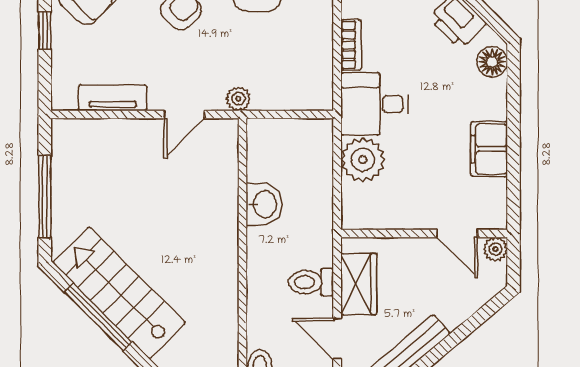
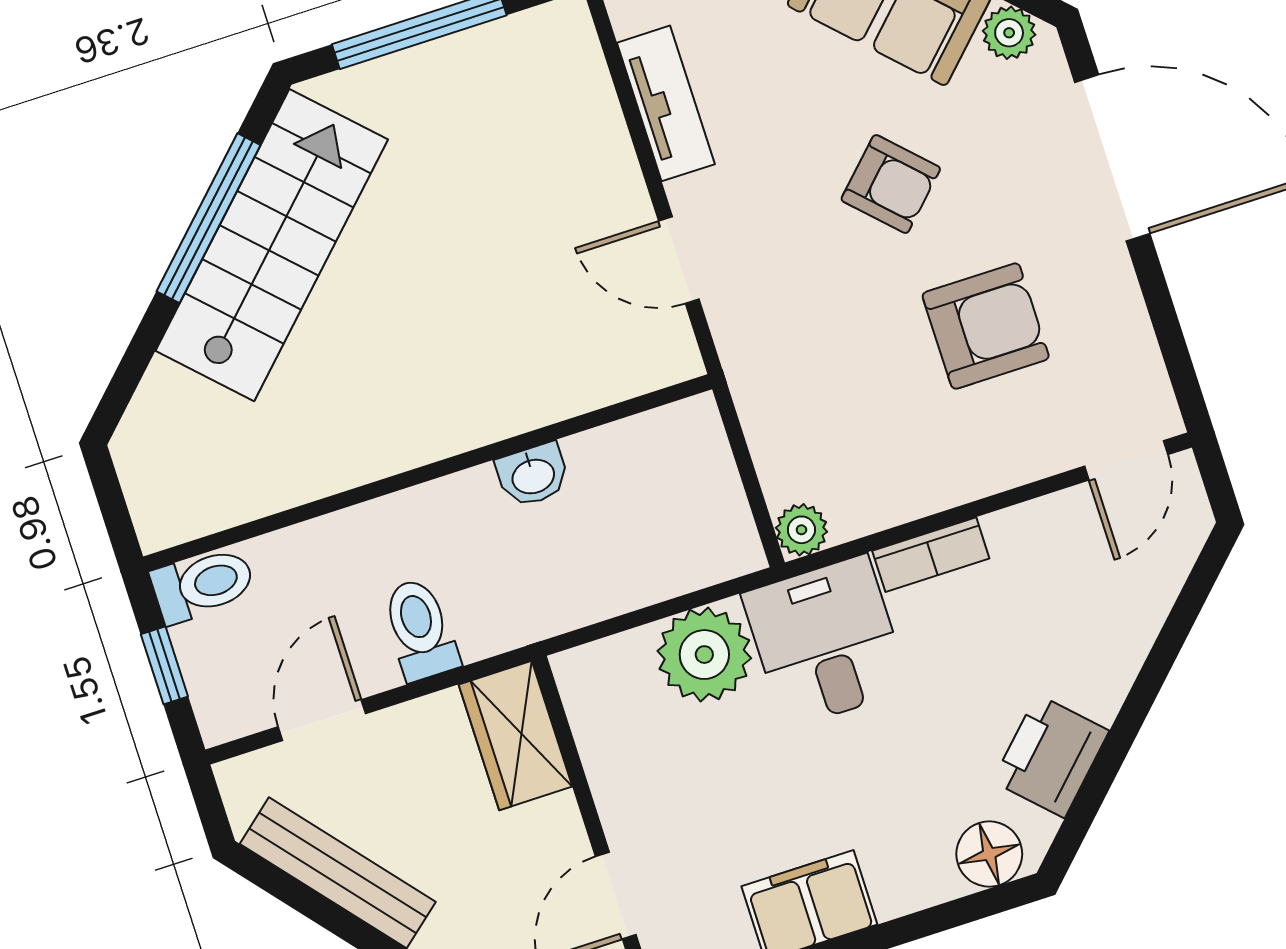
plant: (238, 99) -> (801, 530), moved
washbasin: (264, 204) -> (533, 475), width x0.72, depth x0.69
wardrobe: (359, 284) -> (516, 736), moved, turned 90

